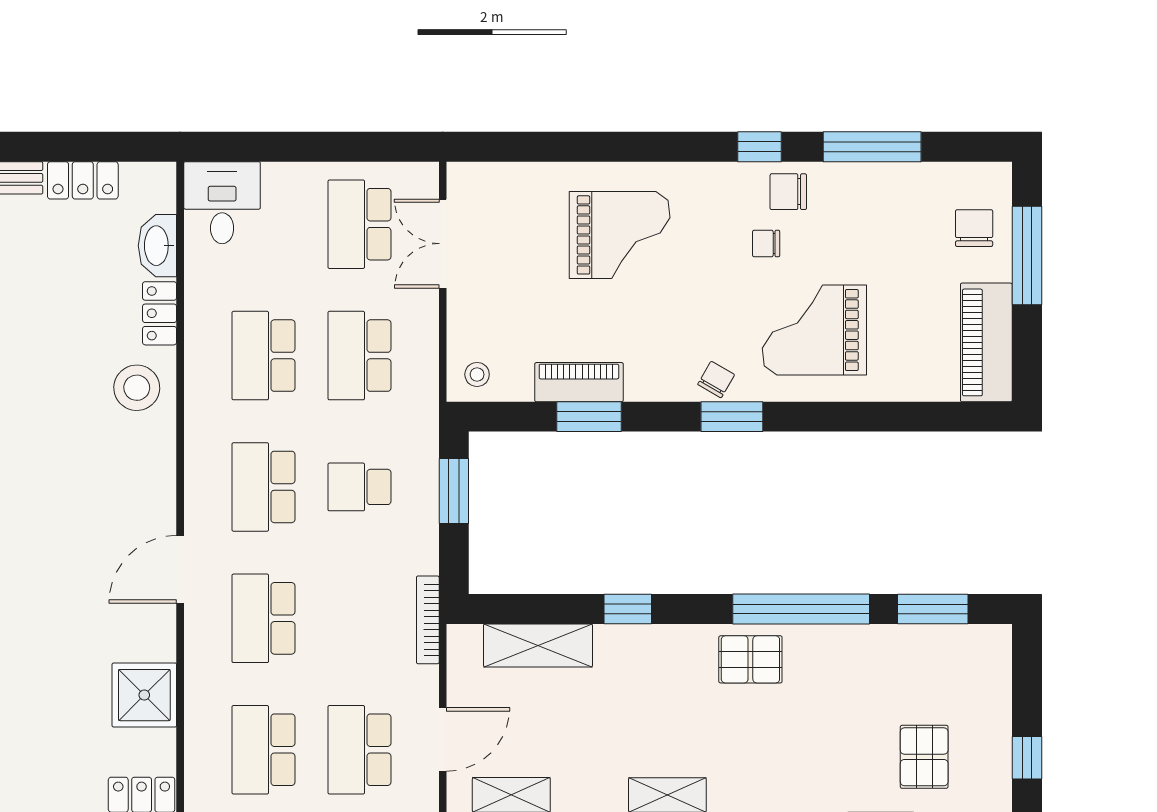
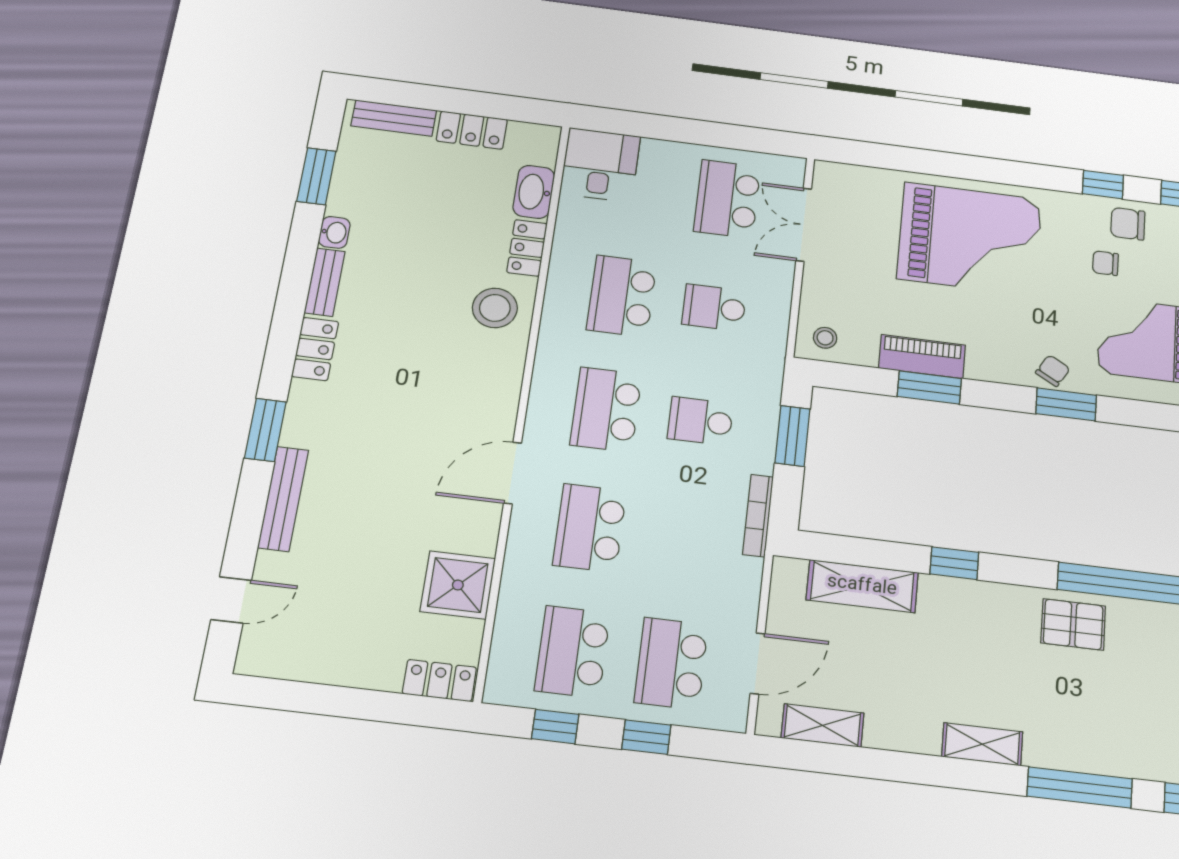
grand piano: (620, 235) -> (970, 239), width x1.37, depth x1.48
school desk: (359, 356) -> (714, 308), width x0.54
bookcase: (428, 620) -> (758, 516), moved

